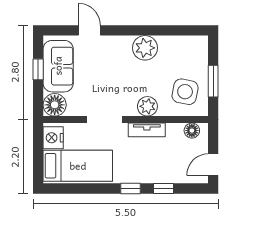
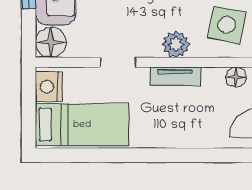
doorway: (105, 120) -> (118, 62), width x0.73
window: (131, 189) -> (153, 155), removed
window: (163, 189) -> (198, 155), removed

